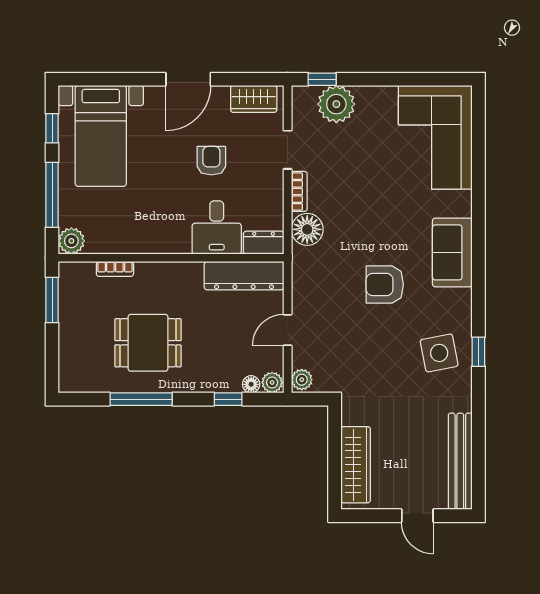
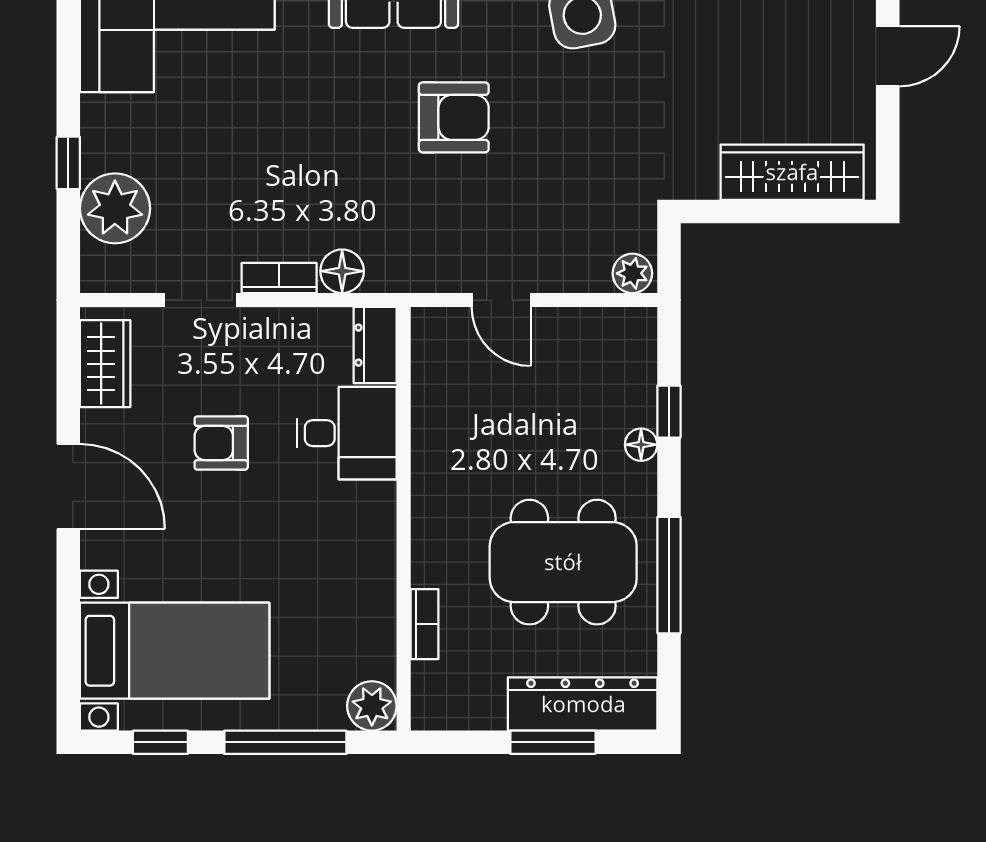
window: (322, 79) -> (68, 163), moved
floor lamp: (307, 229) -> (342, 271), width x0.73, depth x0.73
dresser: (244, 276) -> (583, 704), moved, turned -90
armchair: (385, 285) -> (454, 117), turned -90
window: (52, 300) -> (553, 742), moved
door: (288, 330) -> (501, 300), moved
dining table: (148, 343) -> (563, 562), width x1.38
plant: (272, 382) -> (638, 329), removed
floor lamp: (251, 384) -> (641, 445), moved

